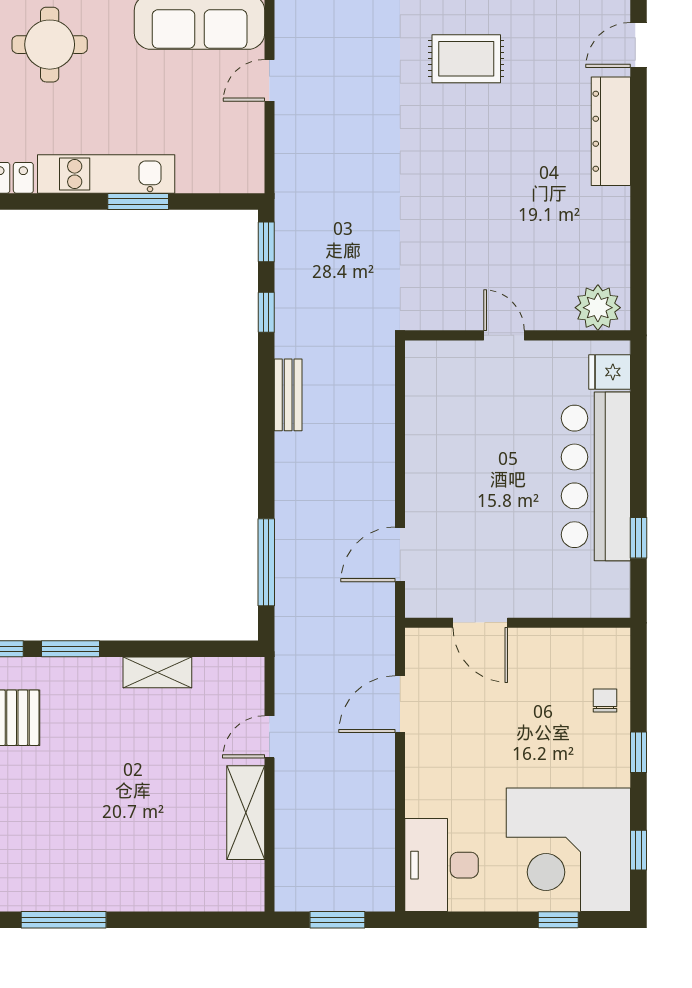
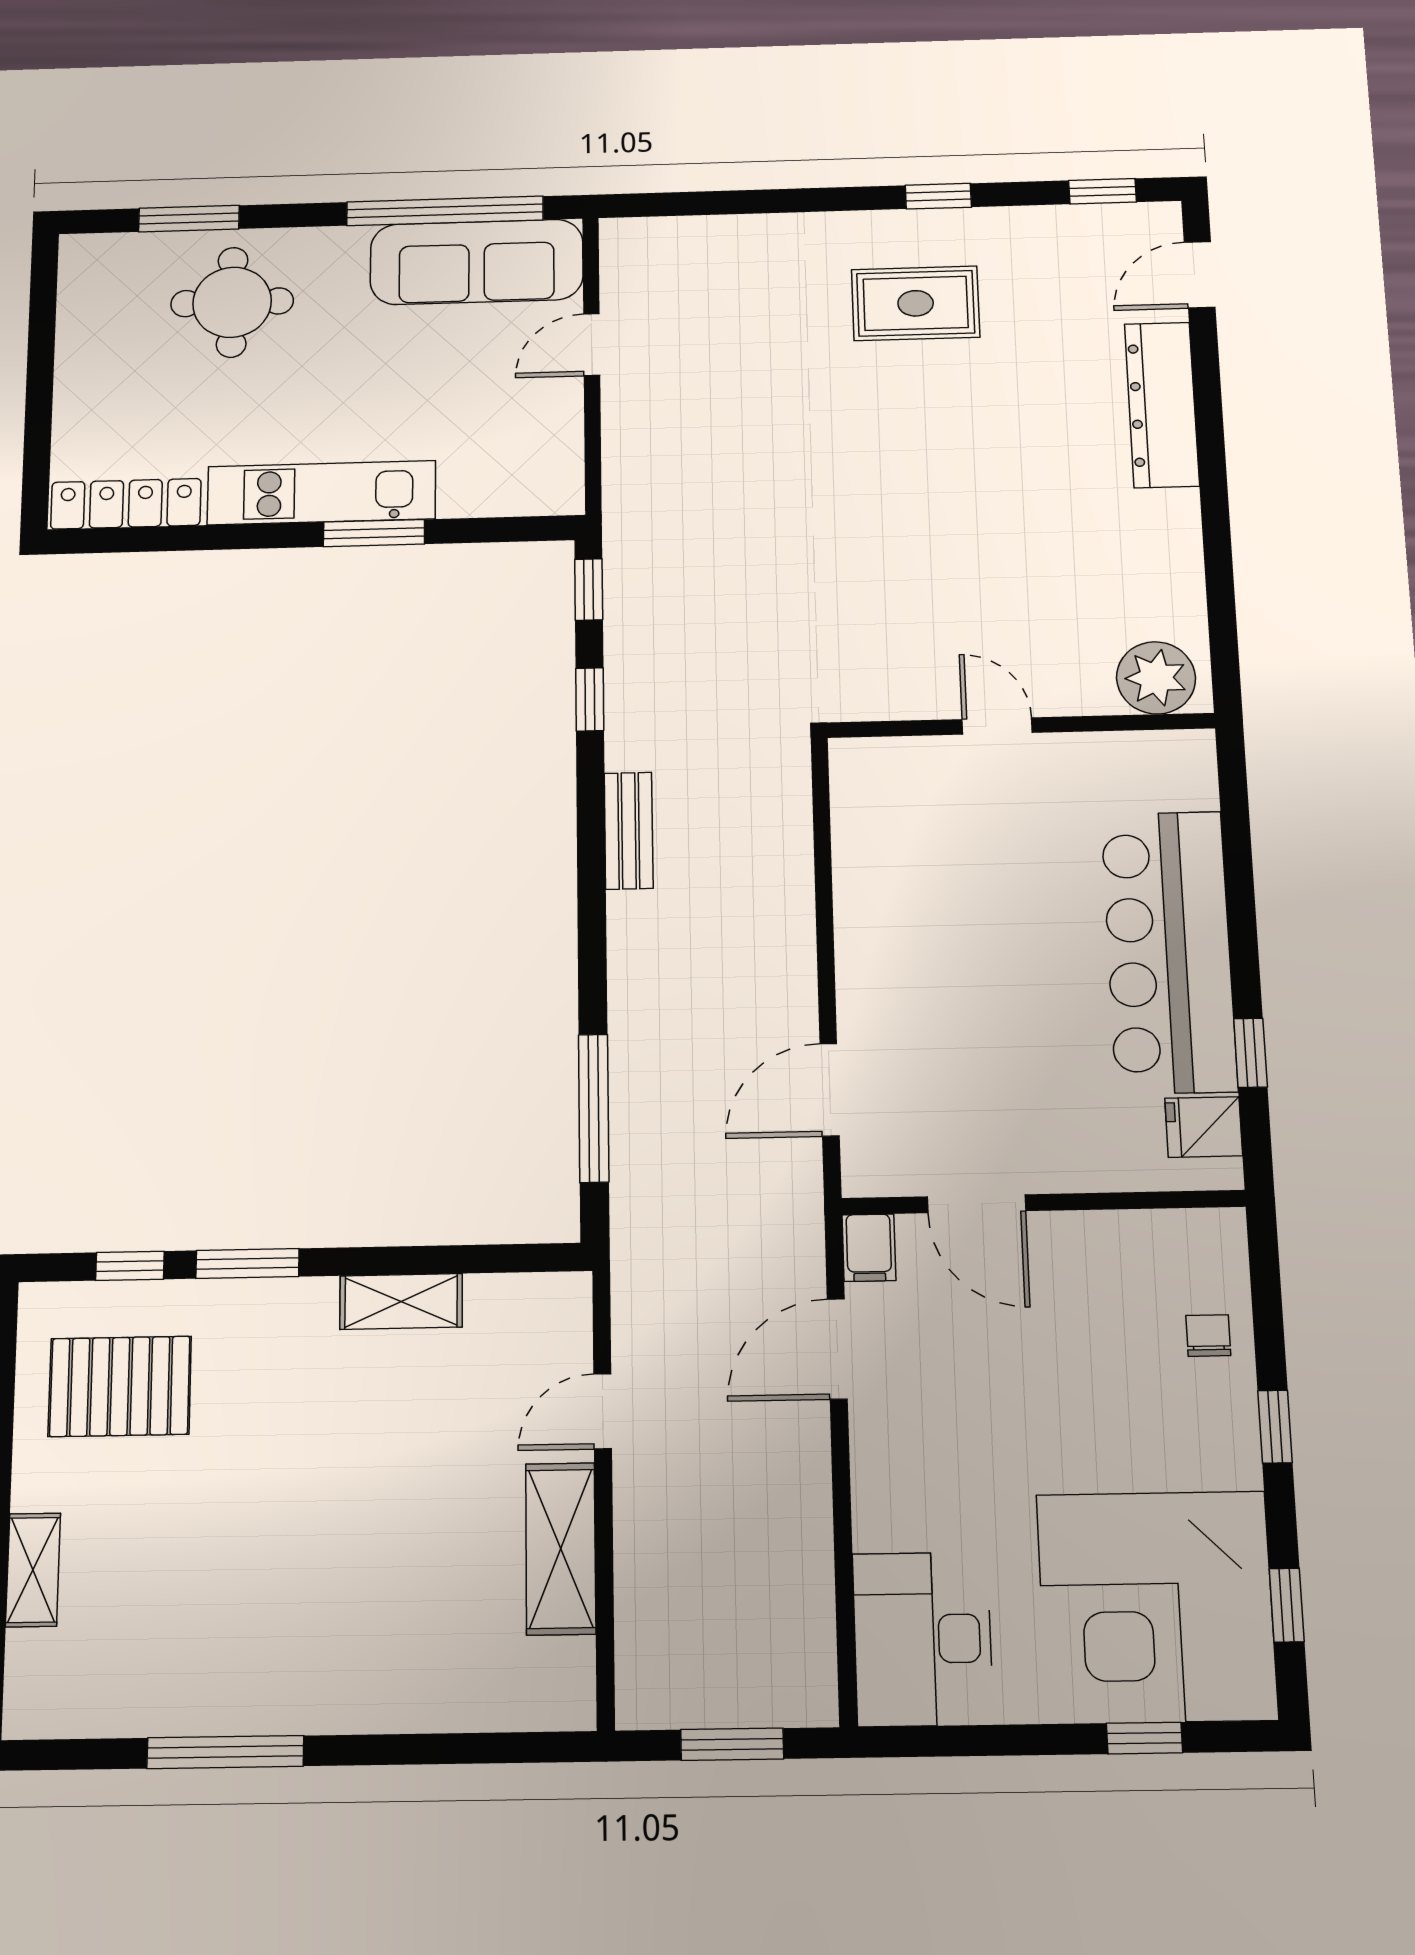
fridge: (610, 372) -> (1204, 1127), moved
filing cabinet: (419, 647) -> (869, 1248), added

